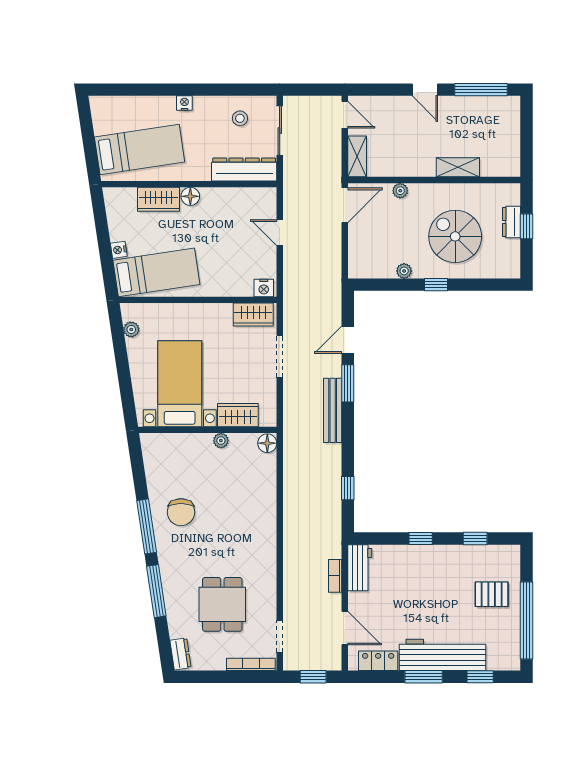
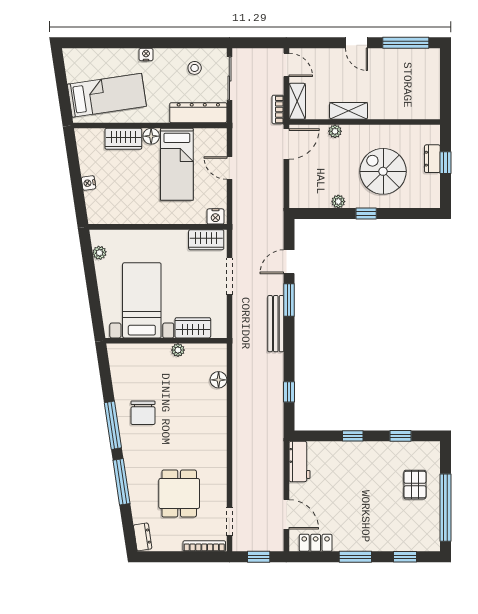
shelving: (458, 167) -> (349, 111), moved
bed: (156, 272) -> (177, 164), moved, turned 99
floor lamp: (267, 443) -> (219, 380), moved
bookcase: (335, 576) -> (278, 109), moved
pallet: (492, 594) -> (415, 485), turned 90
workbench: (442, 655) -> (372, 538), removed

